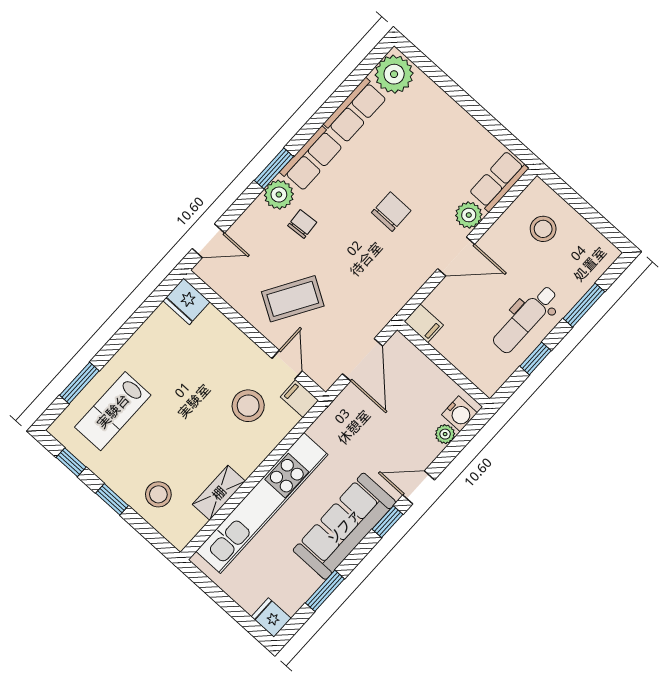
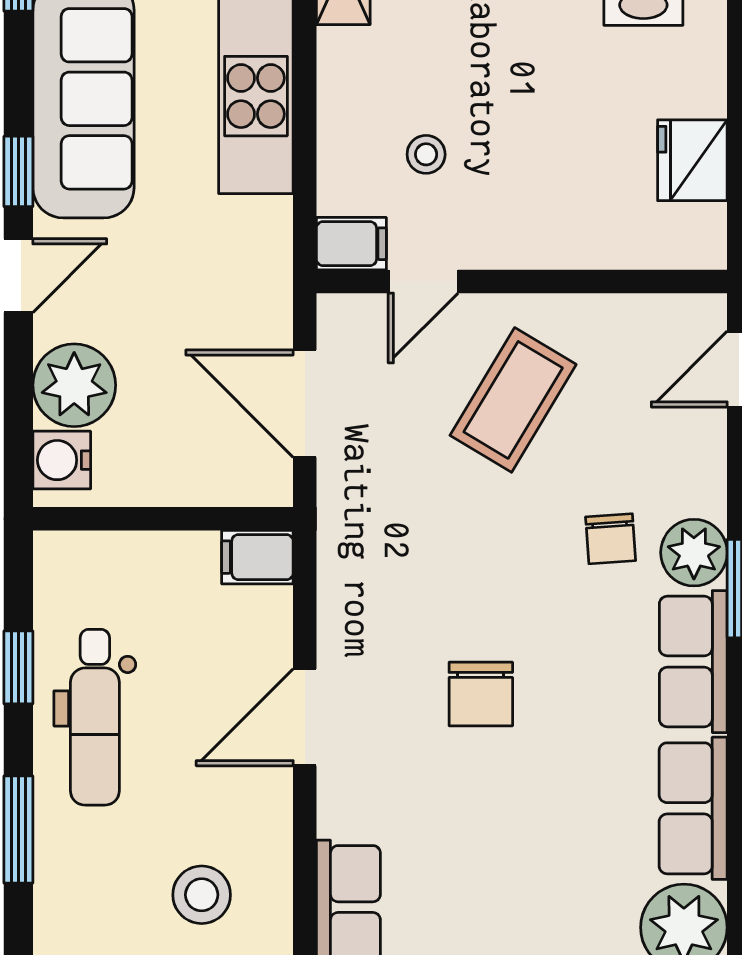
plant: (469, 215) -> (346, 805), removed
fridge: (186, 301) -> (692, 160), moved, turned -90
dental chair: (525, 319) -> (95, 717), turned 180
door: (287, 365) -> (423, 281), hinge flipped
stool: (248, 406) -> (426, 154), width x0.53, depth x0.53
plant: (445, 434) -> (74, 385), width x1.88, depth x1.88

